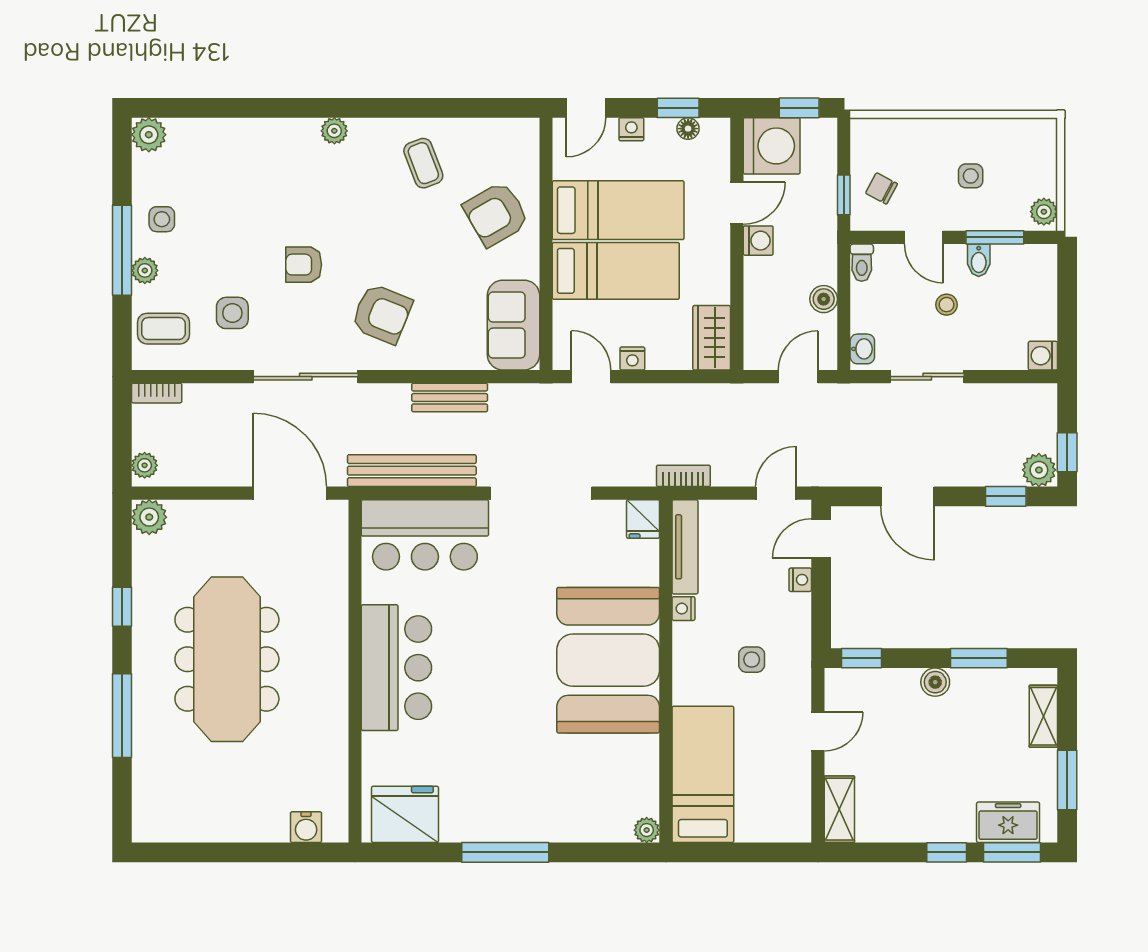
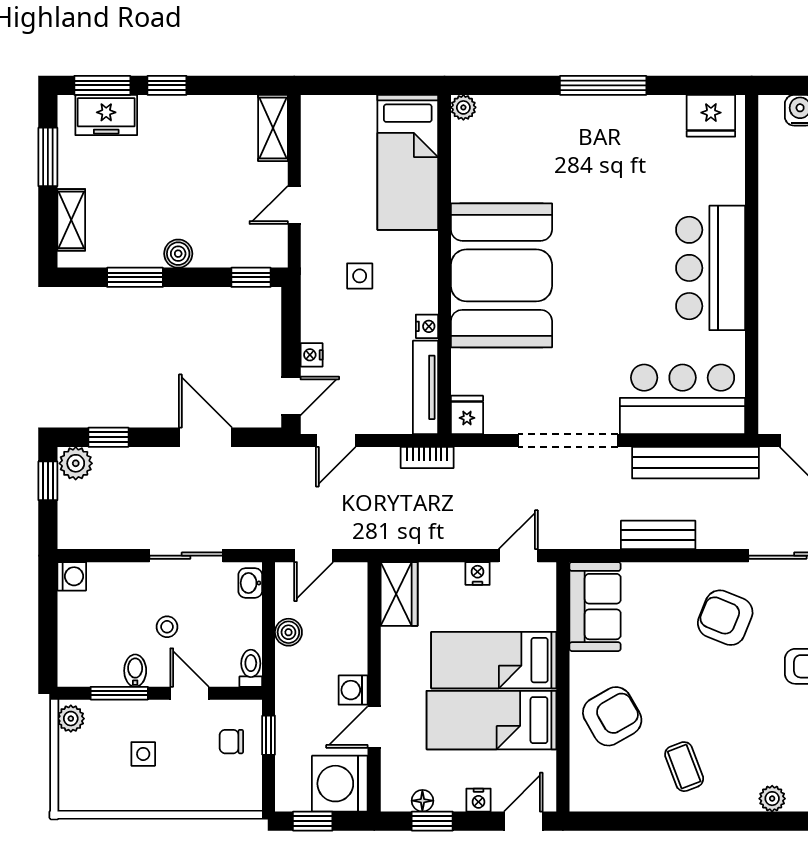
chair: (881, 188) -> (231, 742), turned 152
door: (591, 377) -> (518, 556), swing flipped
fridge: (405, 814) -> (711, 116), width x0.73, depth x0.75

